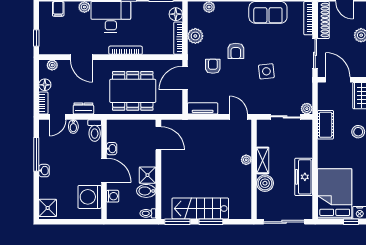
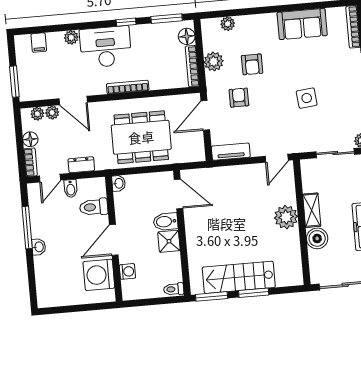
window: (36, 38) -> (14, 82), width x1.50
armchair: (236, 51) -> (252, 64), moved
plant: (64, 65) -> (52, 113), added
door: (238, 117) -> (277, 158), swing flipped
toilet: (95, 130) -> (94, 207), moved, turned 90
washbasin: (112, 149) -> (119, 183), moved
plant: (246, 160) -> (286, 217), width x1.87, depth x1.87
door: (104, 170) -> (114, 240), swing flipped
bidet: (146, 191) -> (166, 222), moved
shower: (48, 208) -> (47, 293), removed

